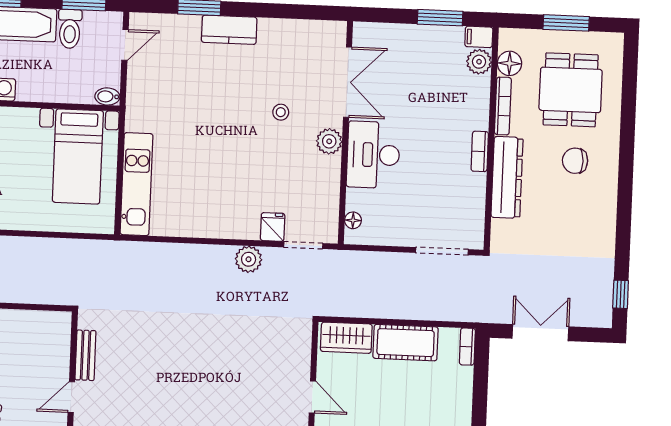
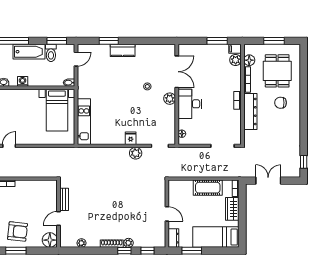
fridge: (273, 227) -> (131, 138), moved
wardrobe: (346, 338) -> (232, 209), moved, turned 90

